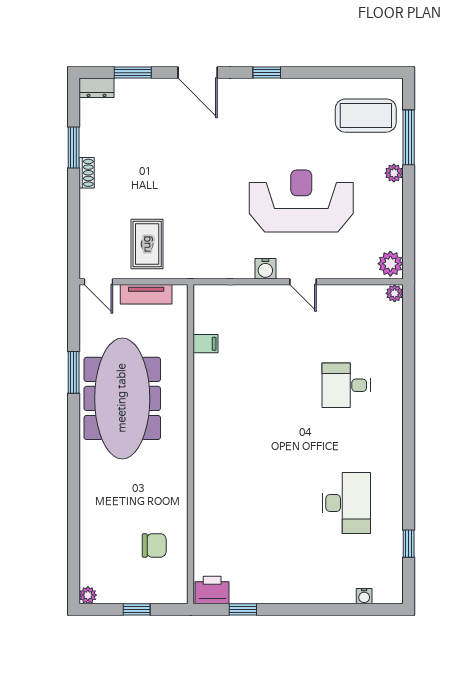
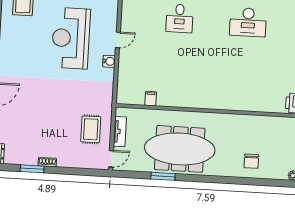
rug: (147, 244) -> (91, 129), turned 90
desk: (346, 503) -> (248, 22), turned 180
chair: (154, 545) -> (251, 161), moved, turned 180

